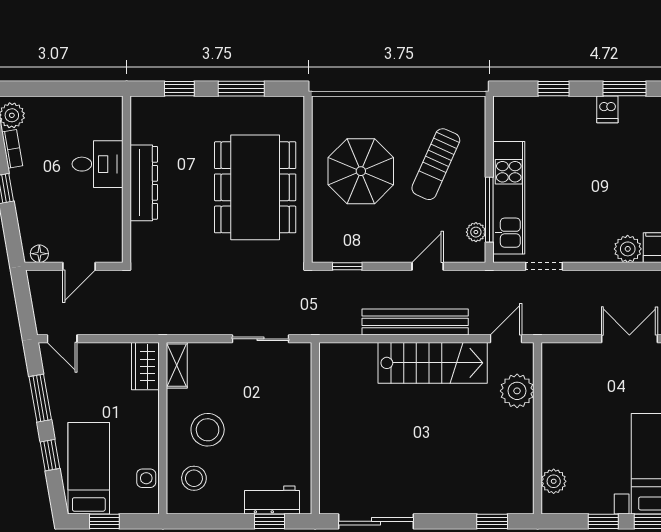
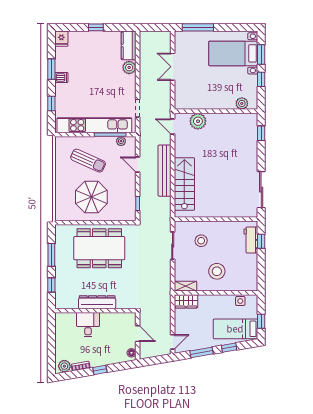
kitchen unit: (509, 198) -> (94, 125), width x1.36
stairs: (433, 363) -> (184, 184), moved
stool: (194, 478) -> (201, 241), moved

